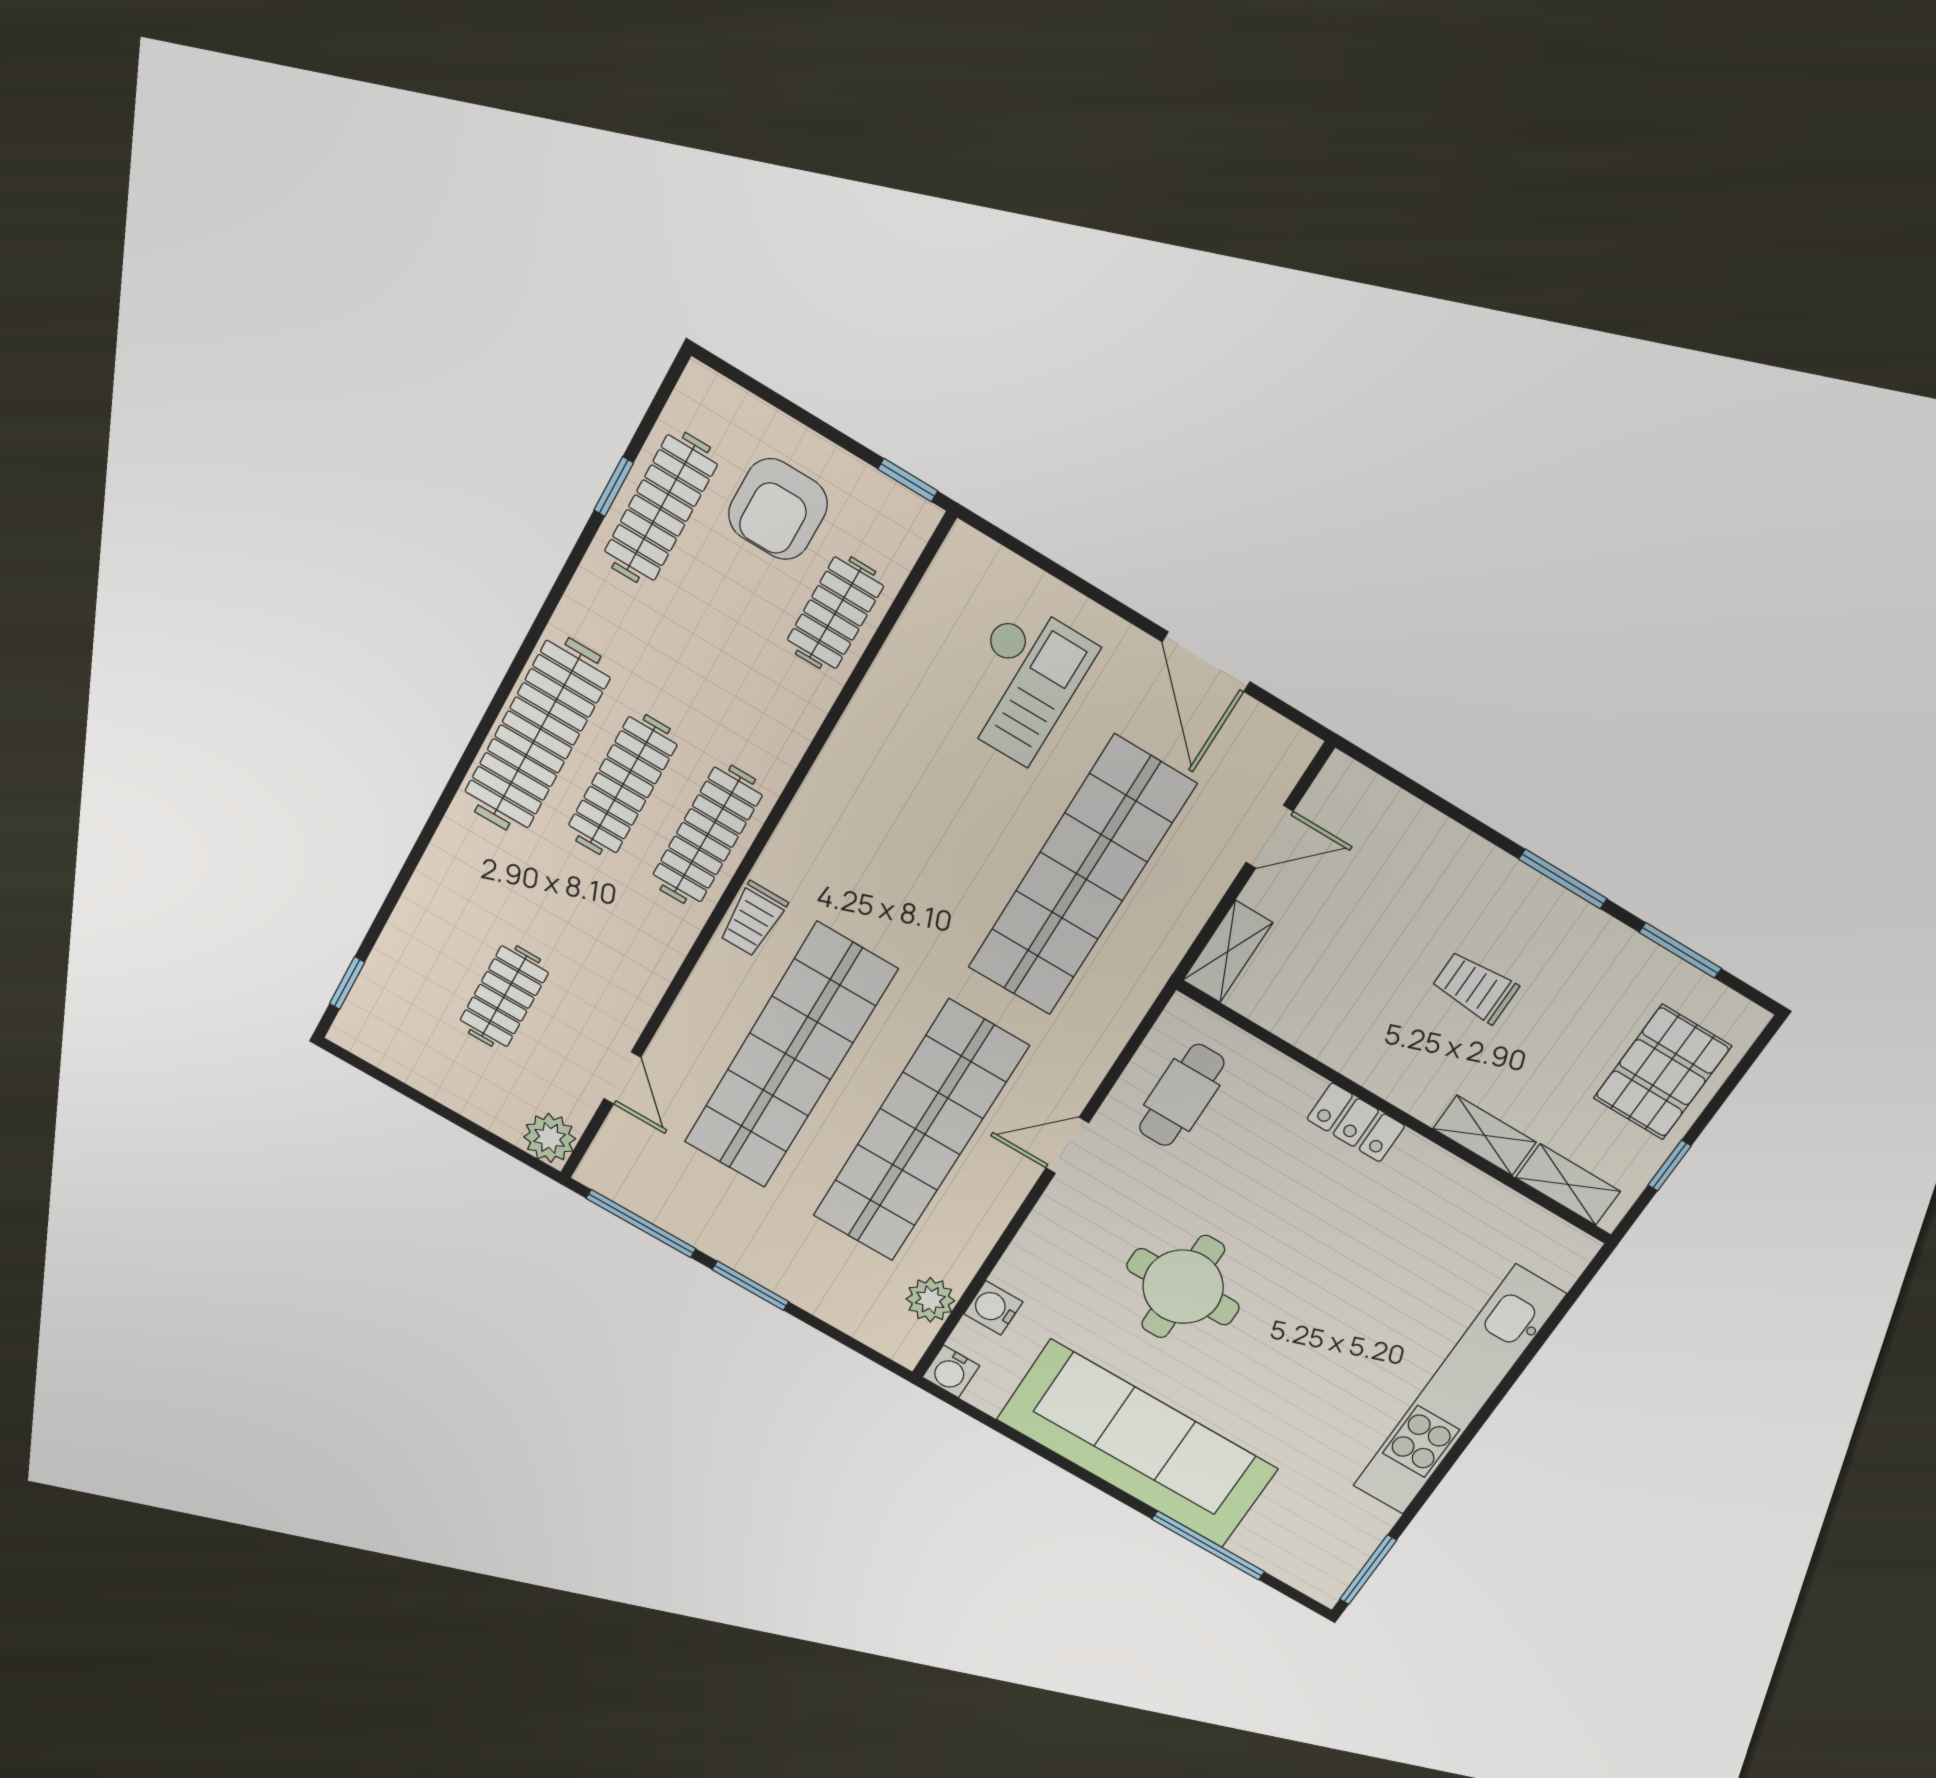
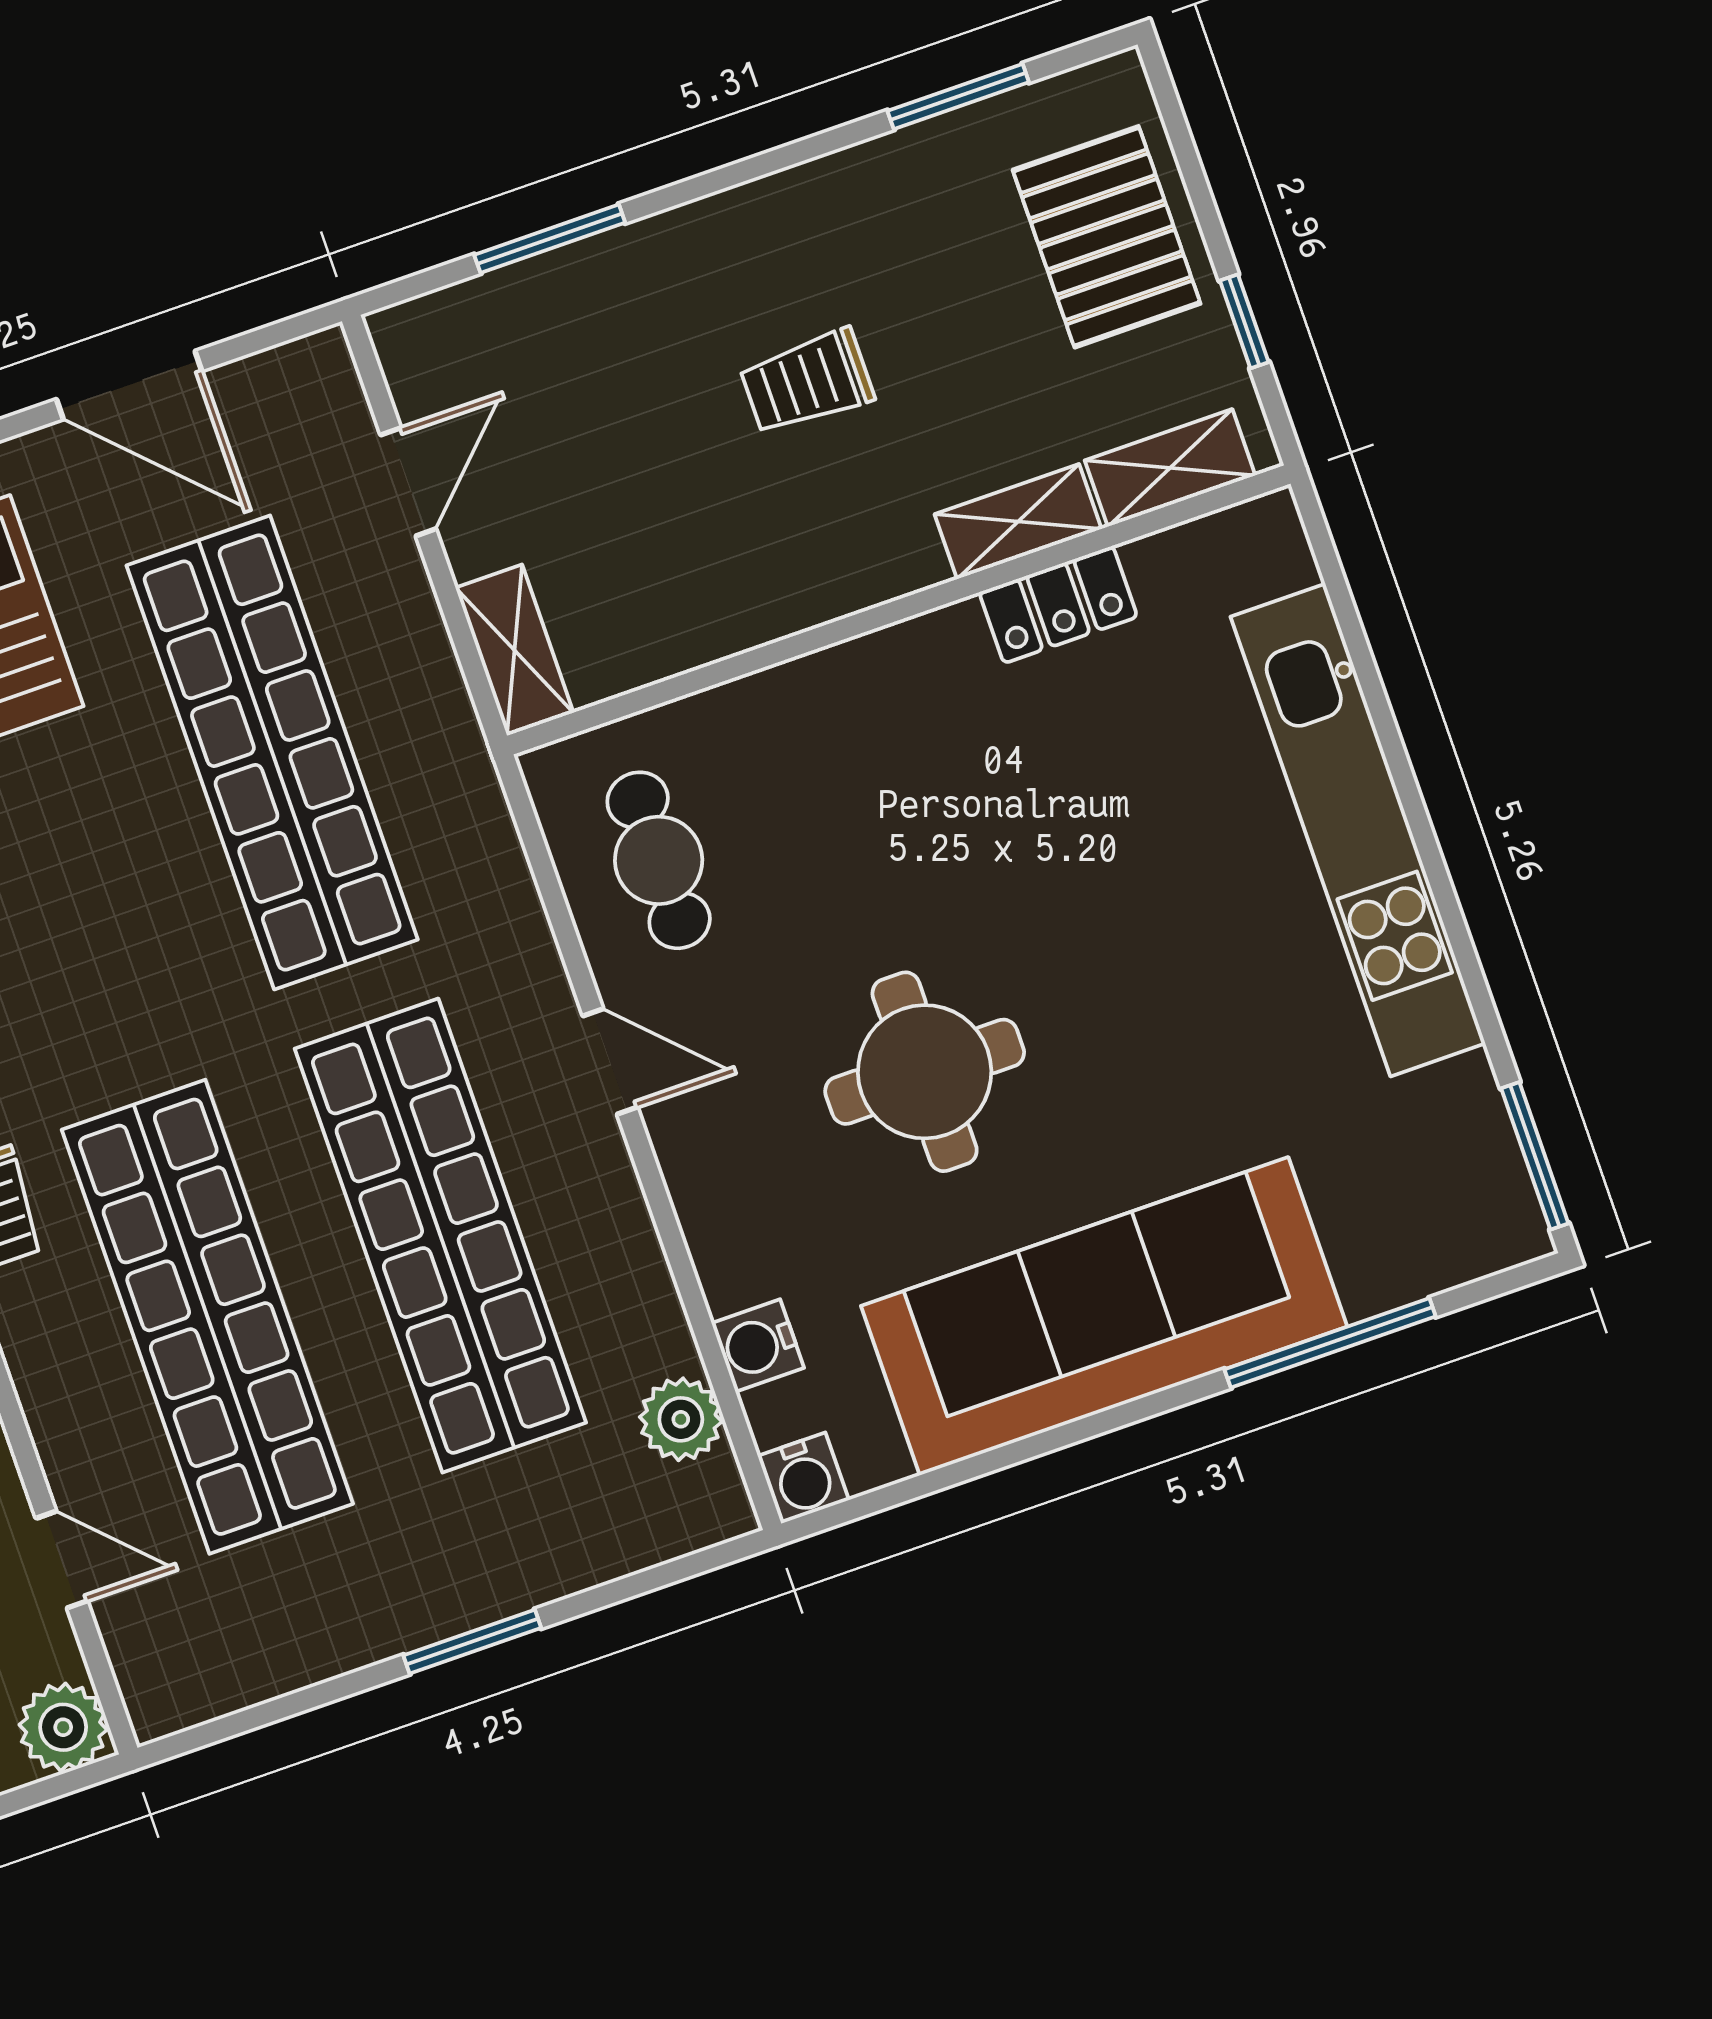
window: (1563, 879) -> (550, 239), moved
locker: (1356, 1122) -> (1058, 605), moved
door: (1067, 1145) -> (610, 1062), swing flipped
window: (641, 1224) -> (273, 1711), removed

